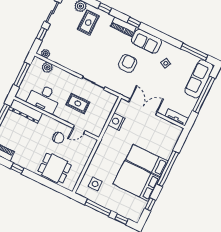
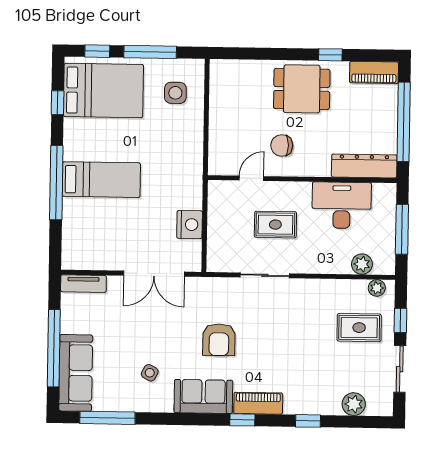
rug: (88, 23) -> (359, 328), moved, turned 90
dining table: (55, 168) -> (302, 89), moved
bed: (136, 181) -> (103, 91), moved

